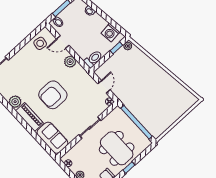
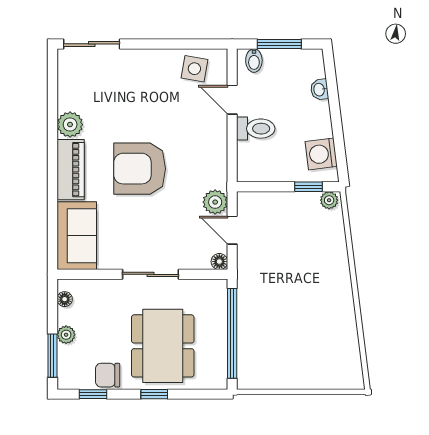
toilet: (93, 59) -> (256, 129), moved
plant: (70, 62) -> (215, 202), moved
door: (104, 87) -> (232, 230), swing flipped

